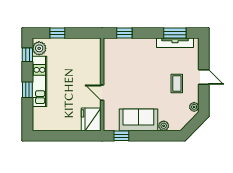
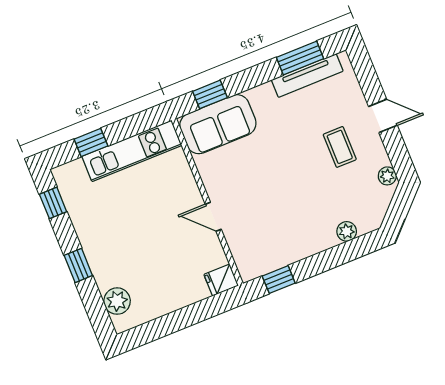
plant: (39, 48) -> (117, 301), moved
kitchen unit: (39, 81) -> (132, 151), moved, turned 90
fridge: (91, 119) -> (221, 280), width x0.53, depth x0.75
sofa: (138, 120) -> (218, 124), moved, turned 180

